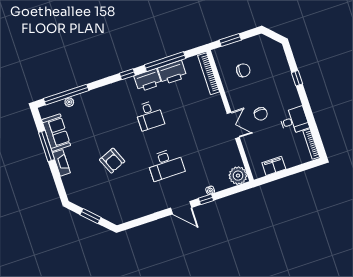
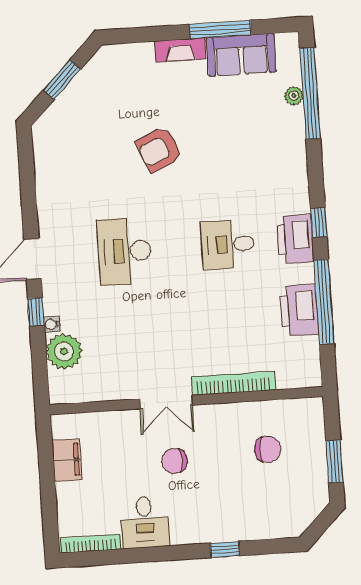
window: (230, 40) -> (335, 462), moved
chair: (243, 70) -> (268, 449), turned -90
bookcase: (209, 74) -> (233, 383), moved
printer: (148, 80) -> (295, 239), moved
plant: (238, 176) -> (64, 351), moved

